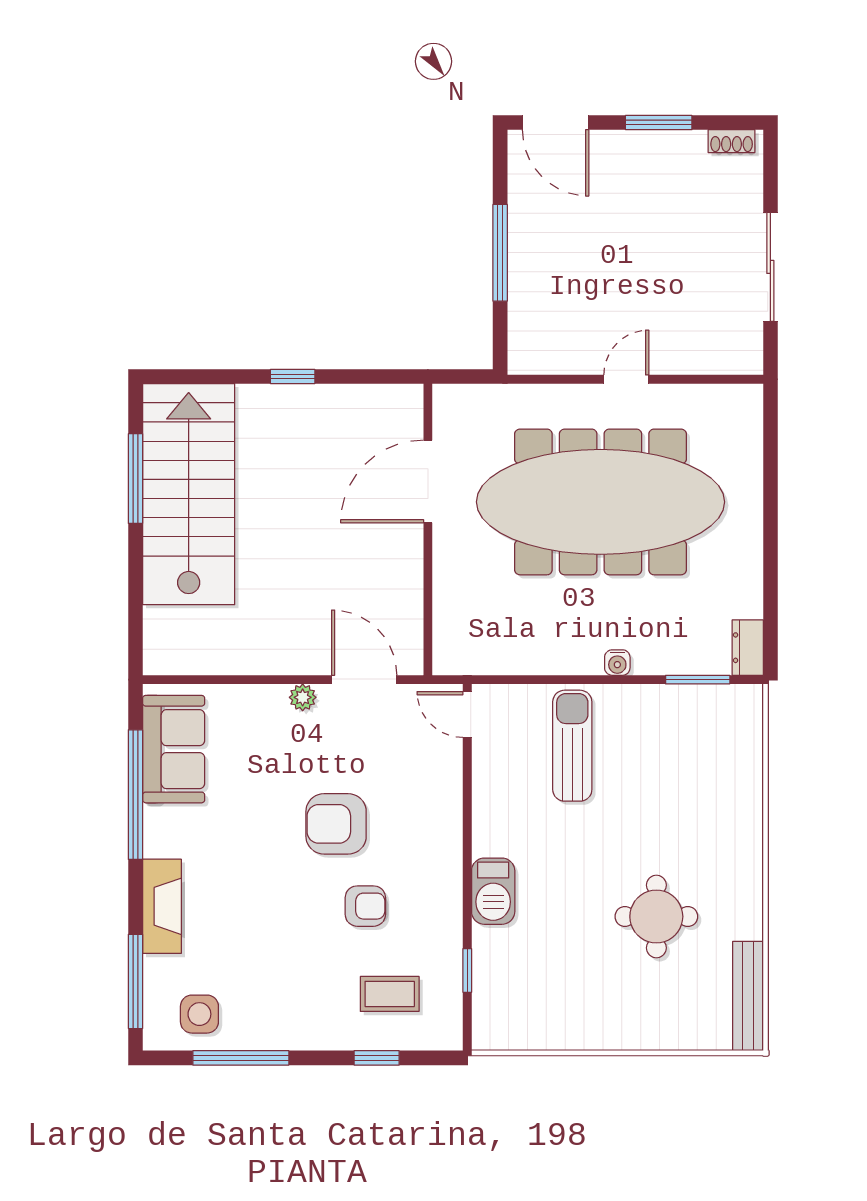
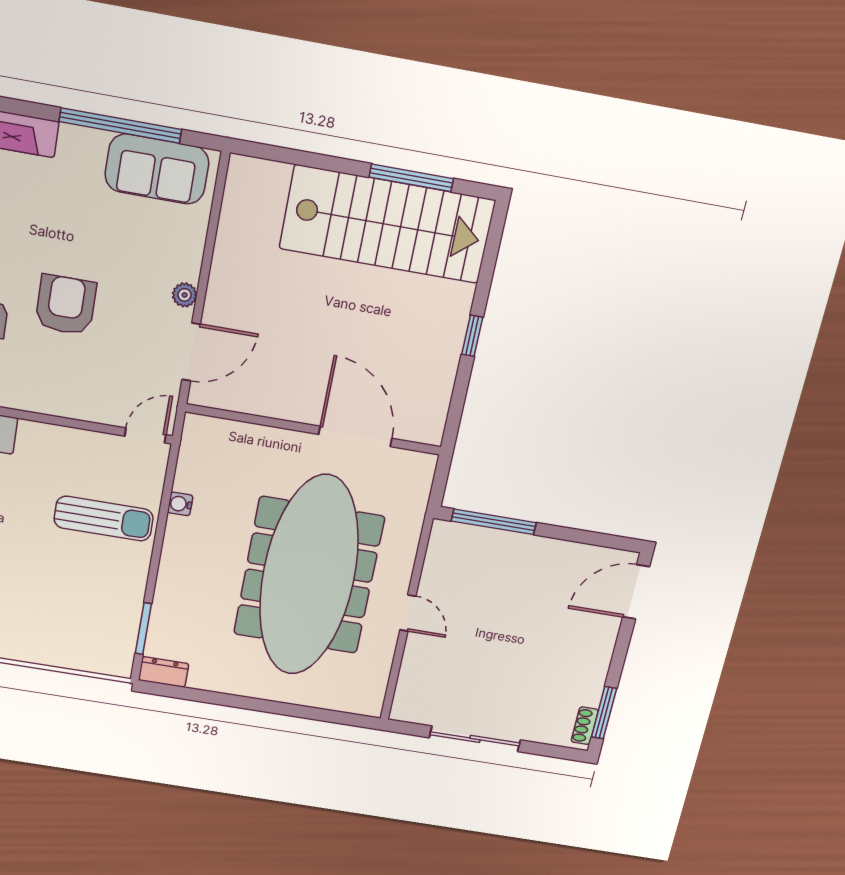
window: (659, 123) -> (604, 713), moved
window: (500, 253) -> (494, 522), moved
water cooler: (617, 663) -> (180, 504), moved

